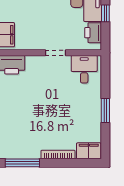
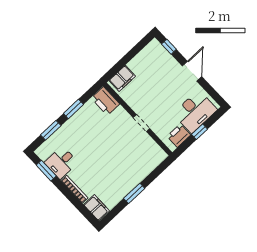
desk: (84, 69) -> (61, 162), moved, turned 180
window: (22, 163) -> (46, 171), width x0.69

